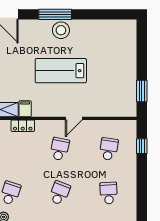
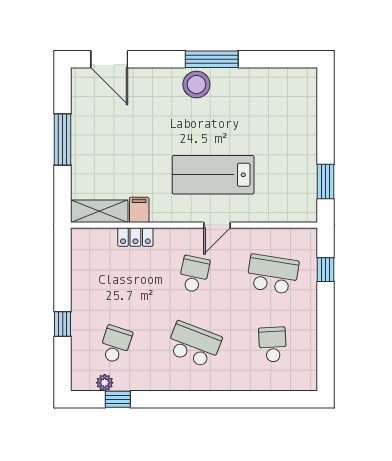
window: (55, 14) -> (212, 59), moved
lab bench: (61, 71) -> (213, 175), moved
school desk: (109, 149) -> (273, 274), width x1.85
school desk: (59, 193) -> (194, 345), width x1.85

